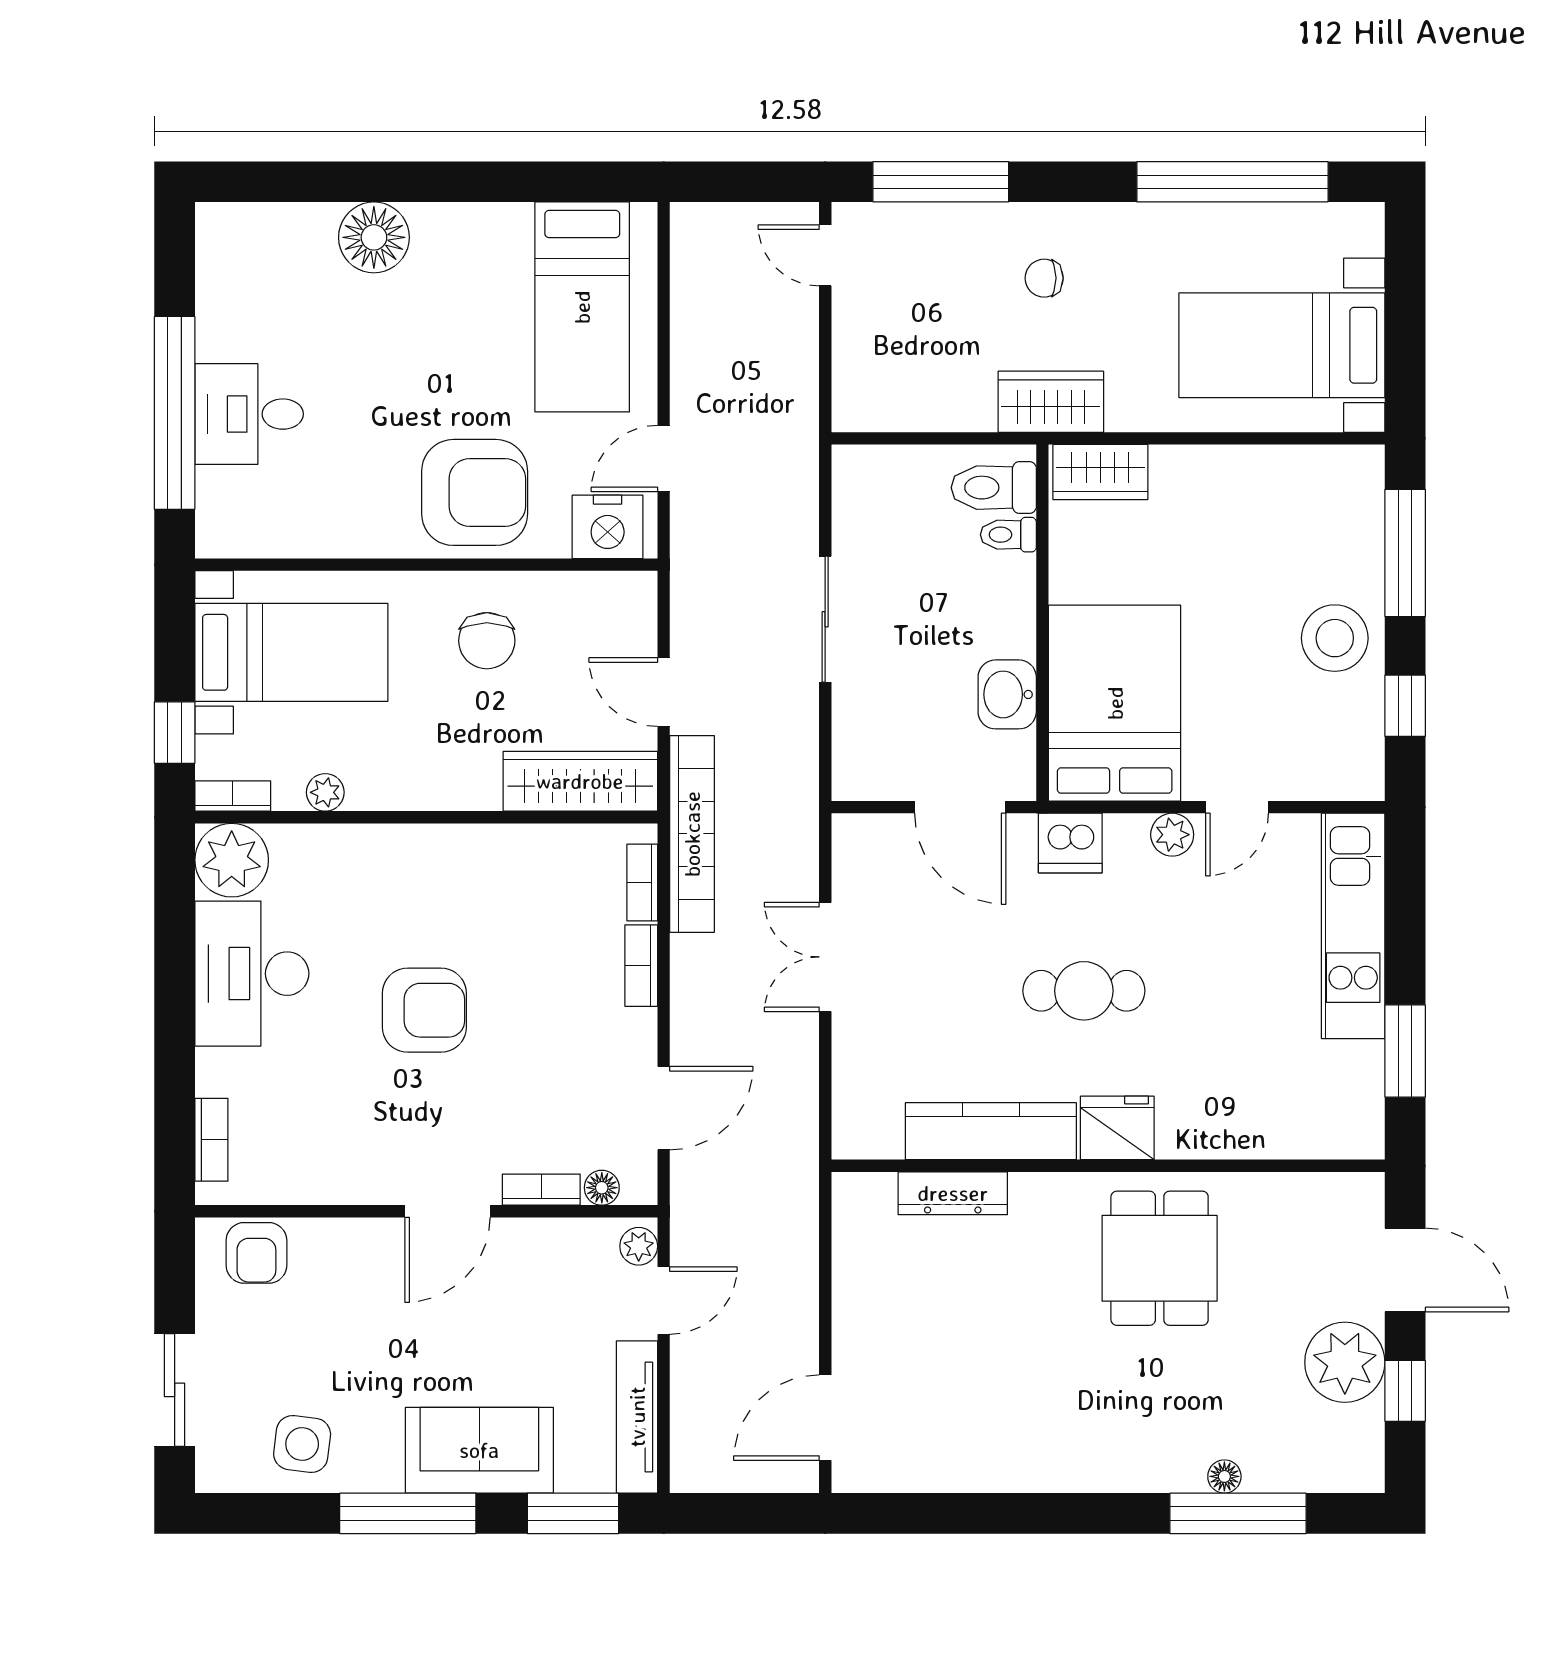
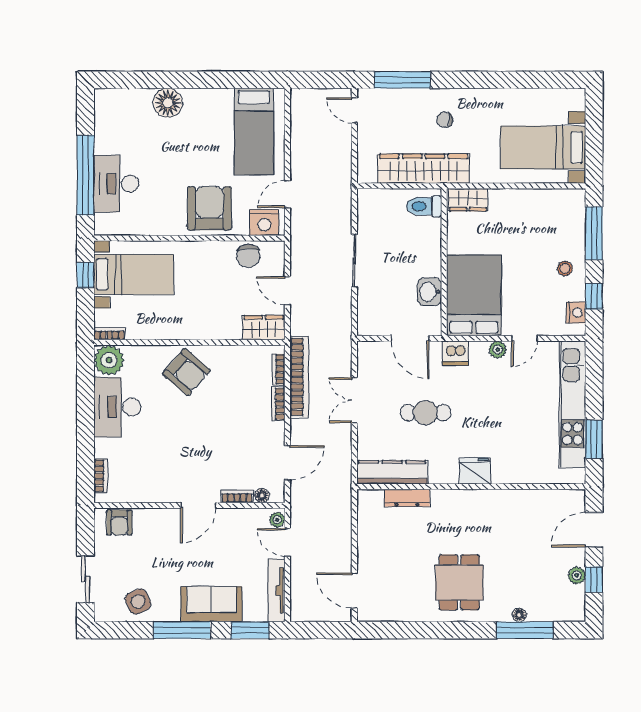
window: (1232, 182) -> (523, 80), removed
wardrobe: (1051, 402) -> (424, 169), width x2.10, depth x1.17
desk: (249, 414) -> (116, 184), width x1.37
armchair: (475, 492) -> (209, 208), turned -90
toilet: (1008, 535) -> (430, 226), removed
stool: (1335, 638) -> (565, 268), width x0.53, depth x0.53
chair: (487, 641) -> (248, 256), moved
window: (175, 733) -> (85, 275), moved
nightstand: (1361, 745) -> (576, 312), added
wardrobe: (580, 781) -> (264, 328), width x0.67
plant: (325, 792) -> (148, 332), removed
bookcase: (692, 834) -> (299, 377), moved
kitchen unit: (1353, 926) -> (572, 404), width x1.36
cafe table: (1084, 991) -> (425, 413), moved
armchair: (424, 1010) -> (186, 372), moved, turned 41
kitchen counter: (991, 1131) -> (392, 472), moved
dining table: (1160, 1258) -> (459, 582), moved
door: (1405, 1270) -> (594, 530), swing flipped
door: (664, 1301) -> (287, 542), swing flipped
plant: (1345, 1362) -> (577, 575), width x0.53, depth x0.53
door: (825, 1418) -> (354, 591), hinge flipped
side table: (302, 1444) -> (138, 601), turned -32

